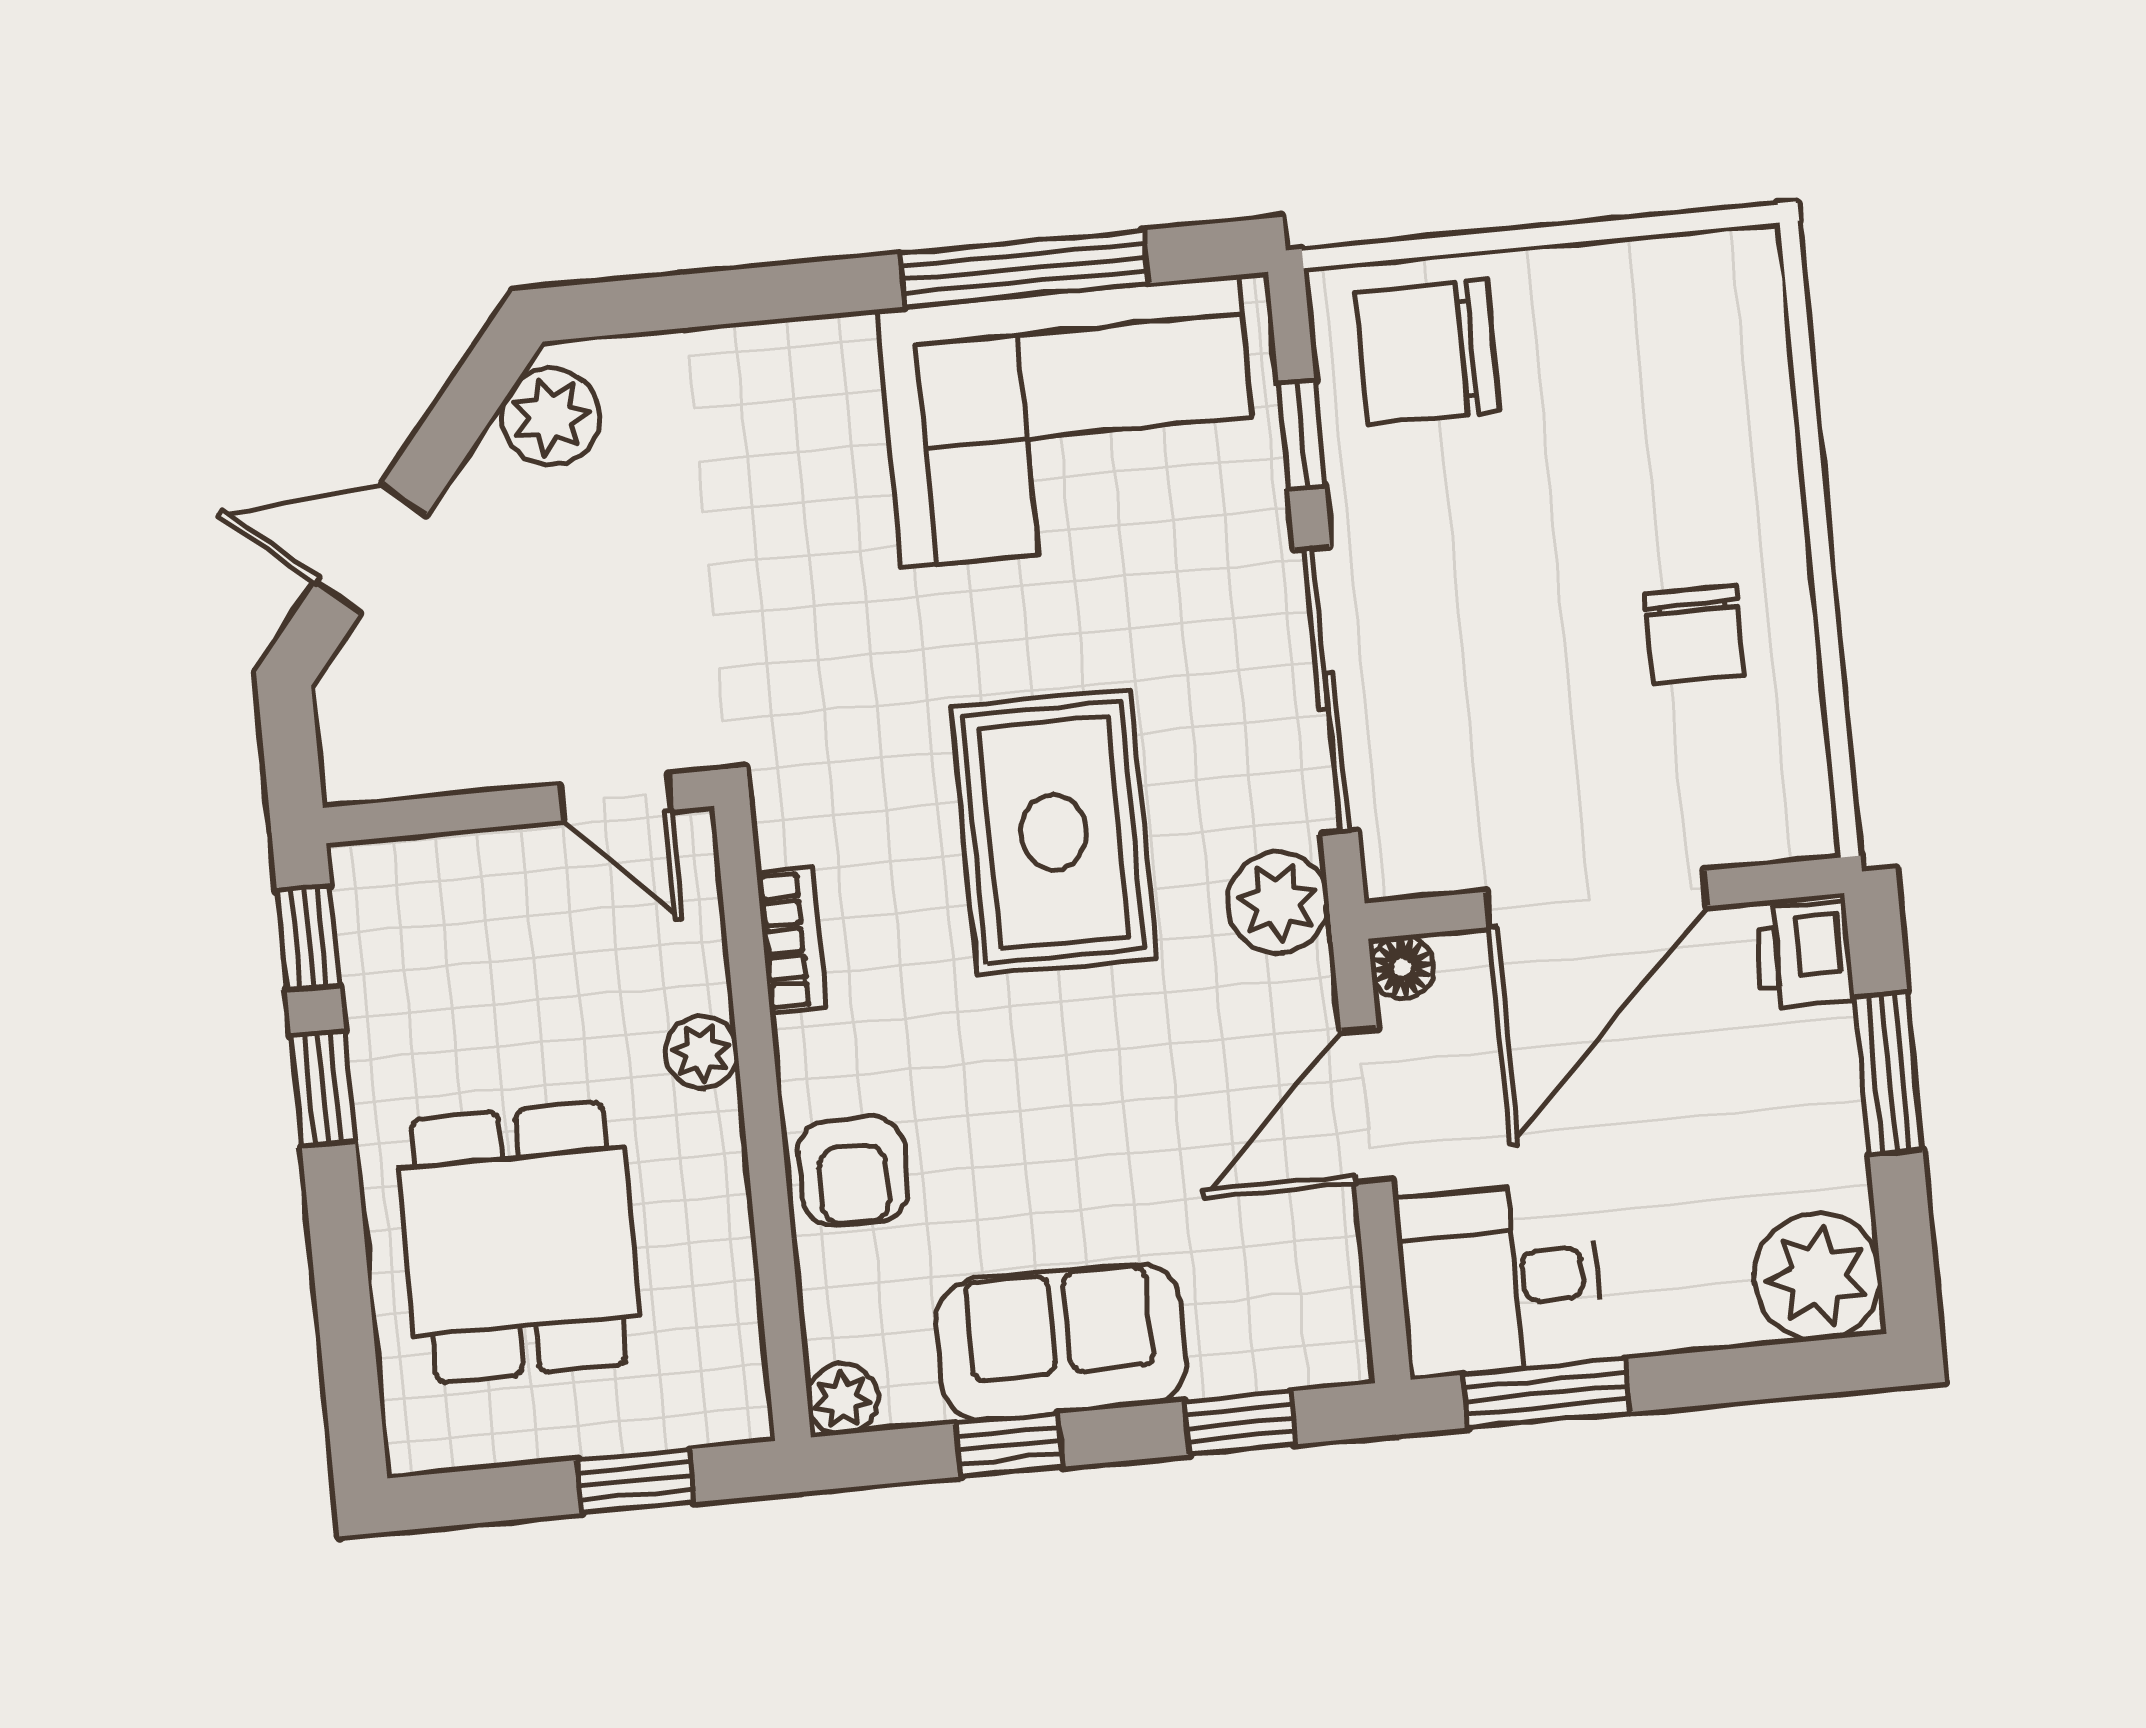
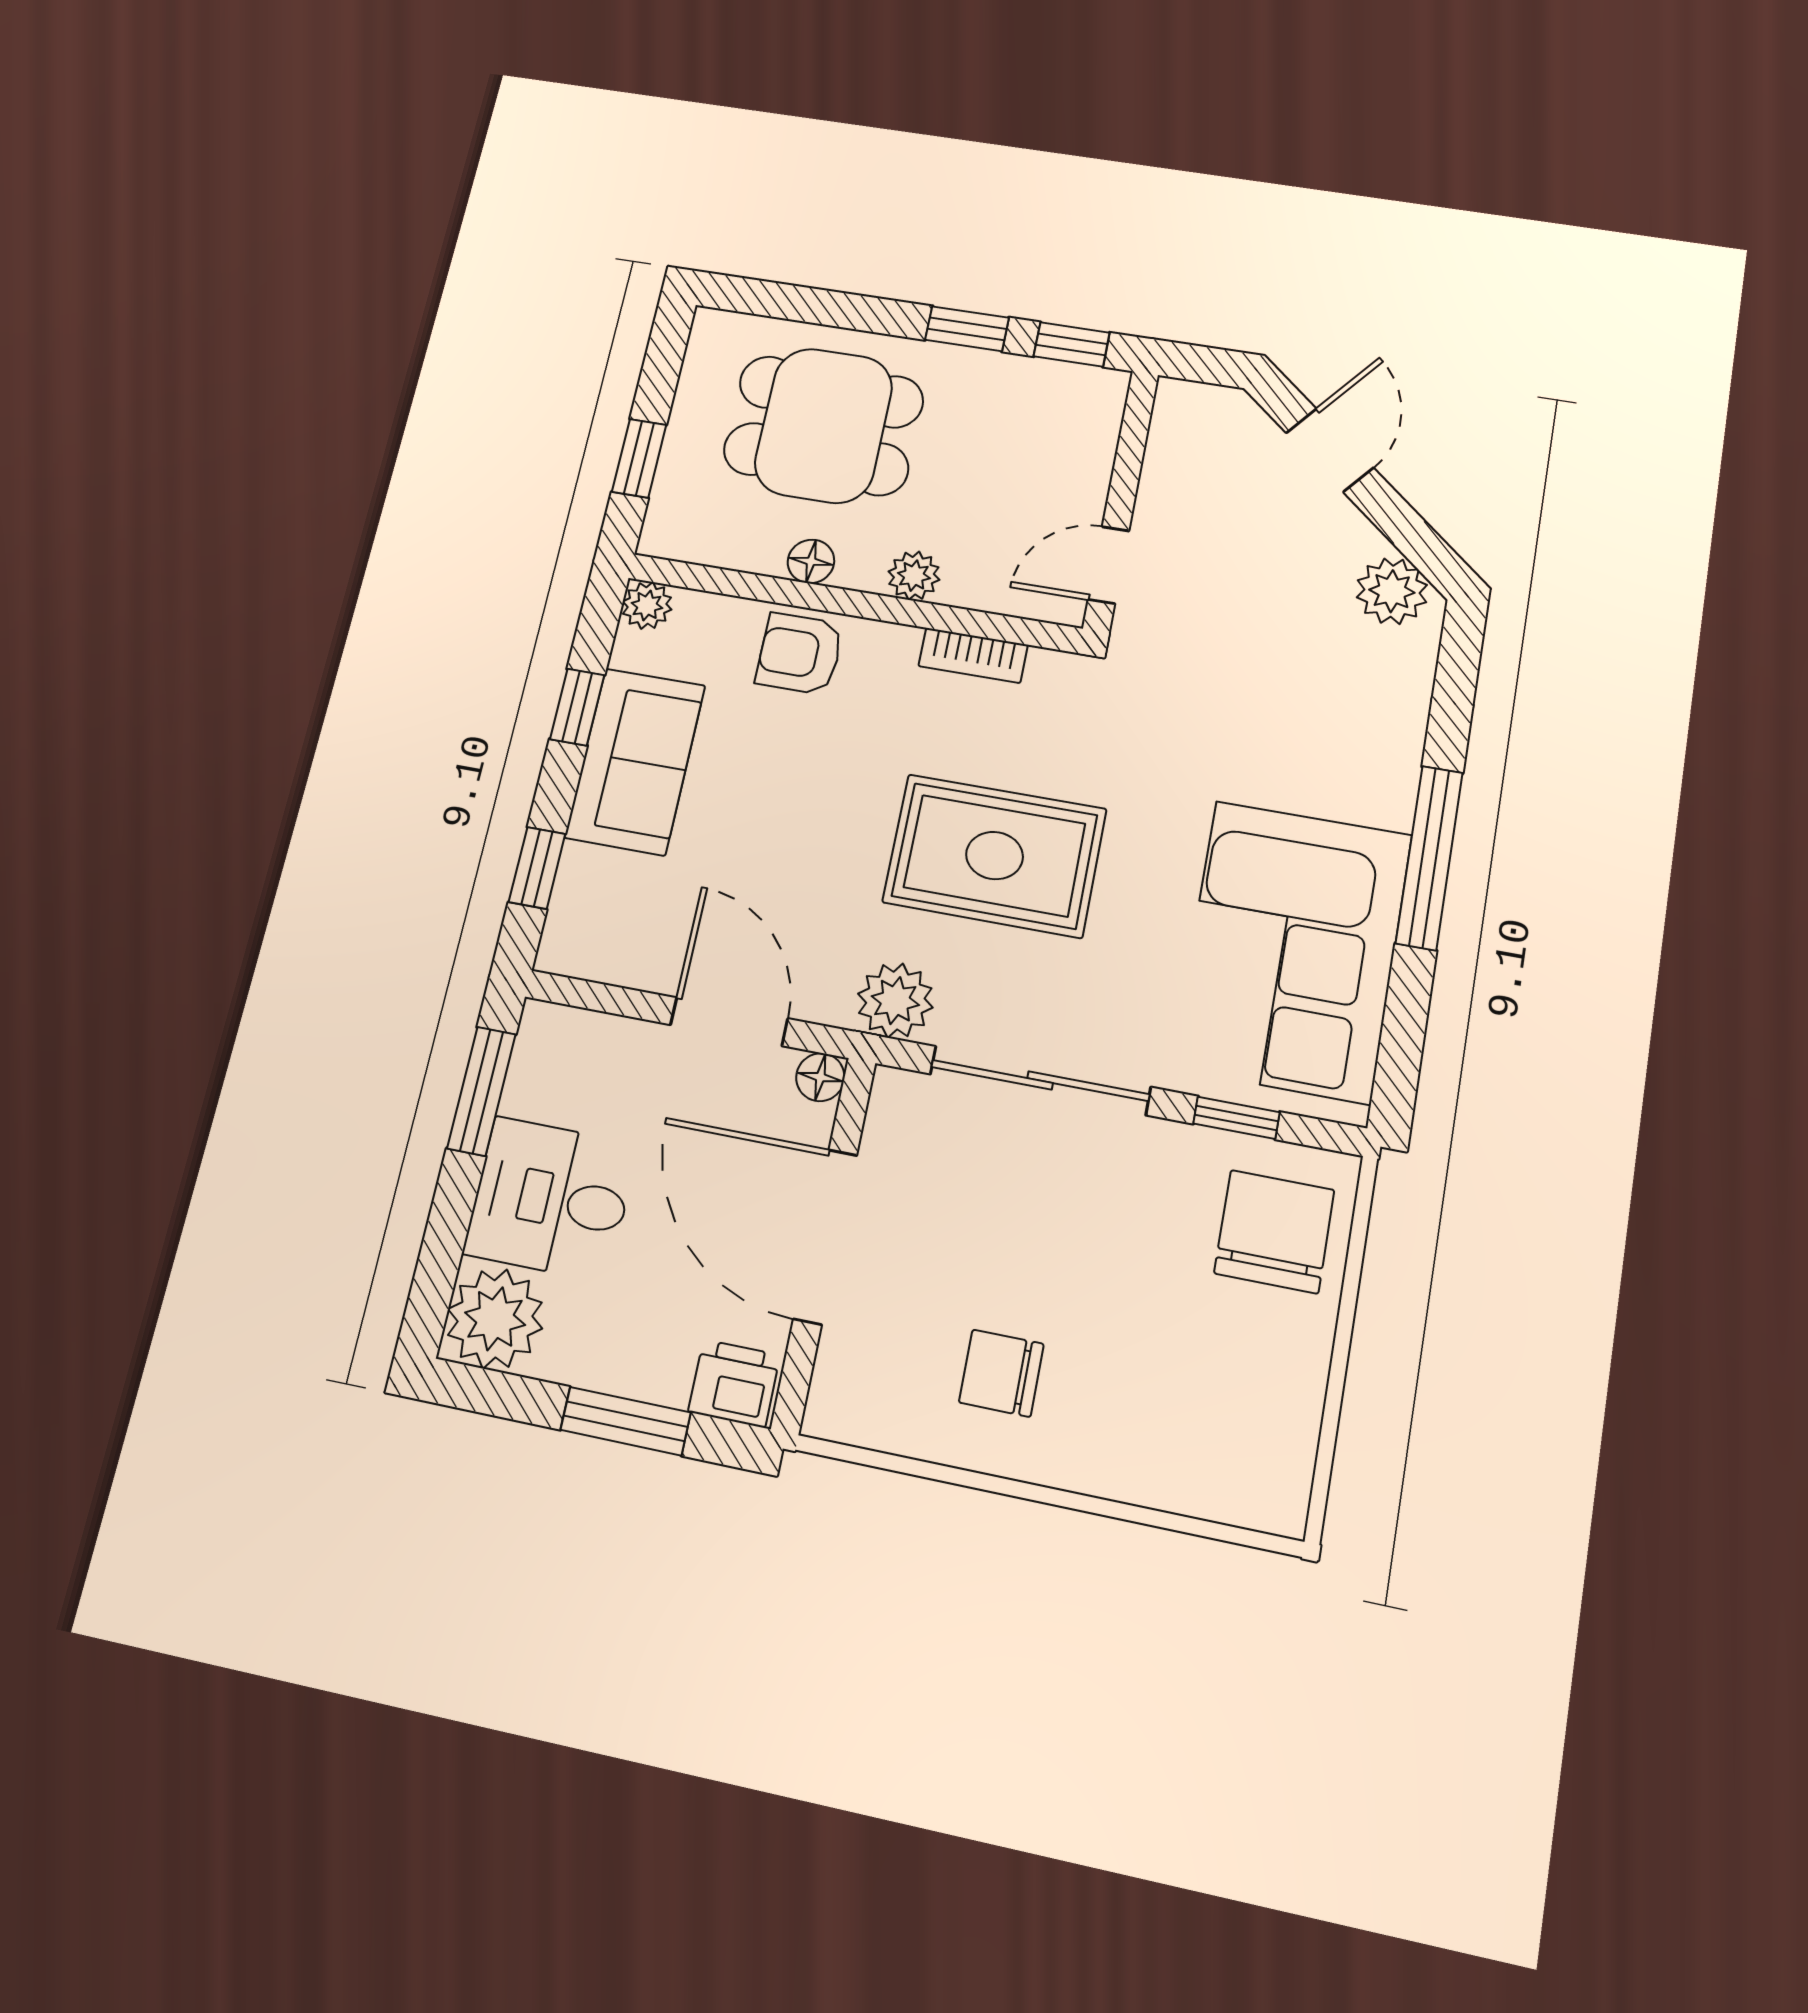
window: (1024, 269) -> (1429, 858), moved
floor lamp: (719, 1197) -> (811, 561), added
desk: (1500, 1280) -> (551, 1199), moved, turned -90

